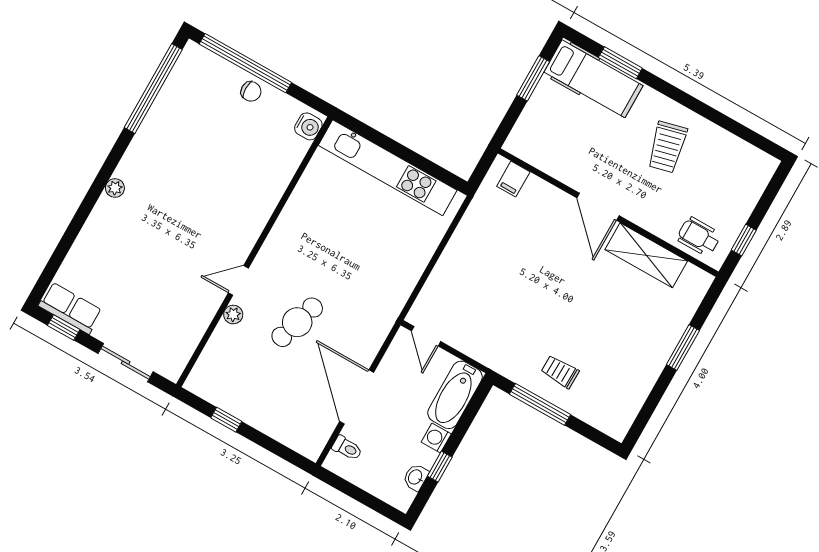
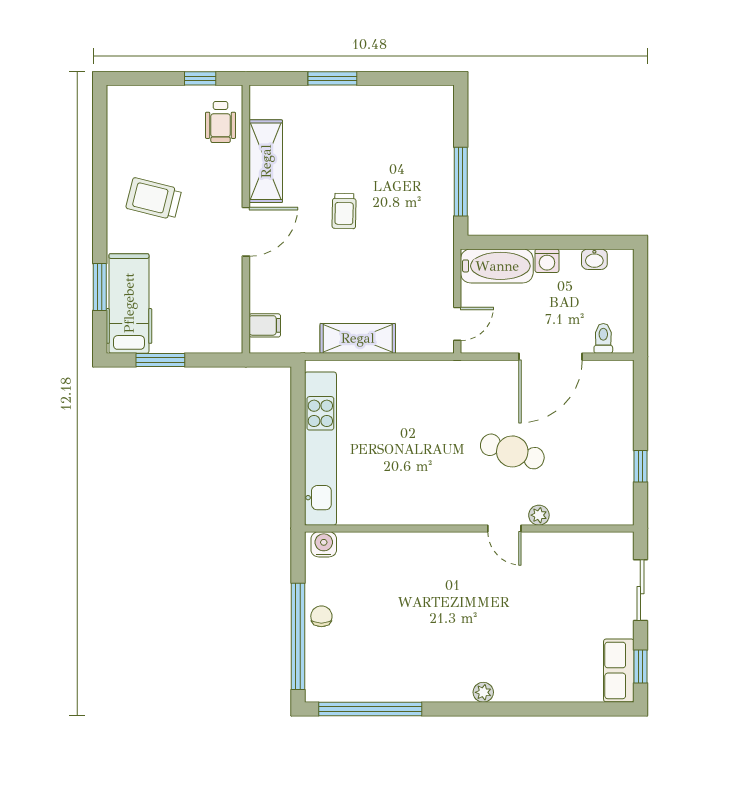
trolley: (667, 147) -> (154, 199), turned -152
shelving: (460, 249) -> (358, 338), added
trolley: (560, 372) -> (344, 211), moved
window: (440, 467) -> (572, 242), removed

